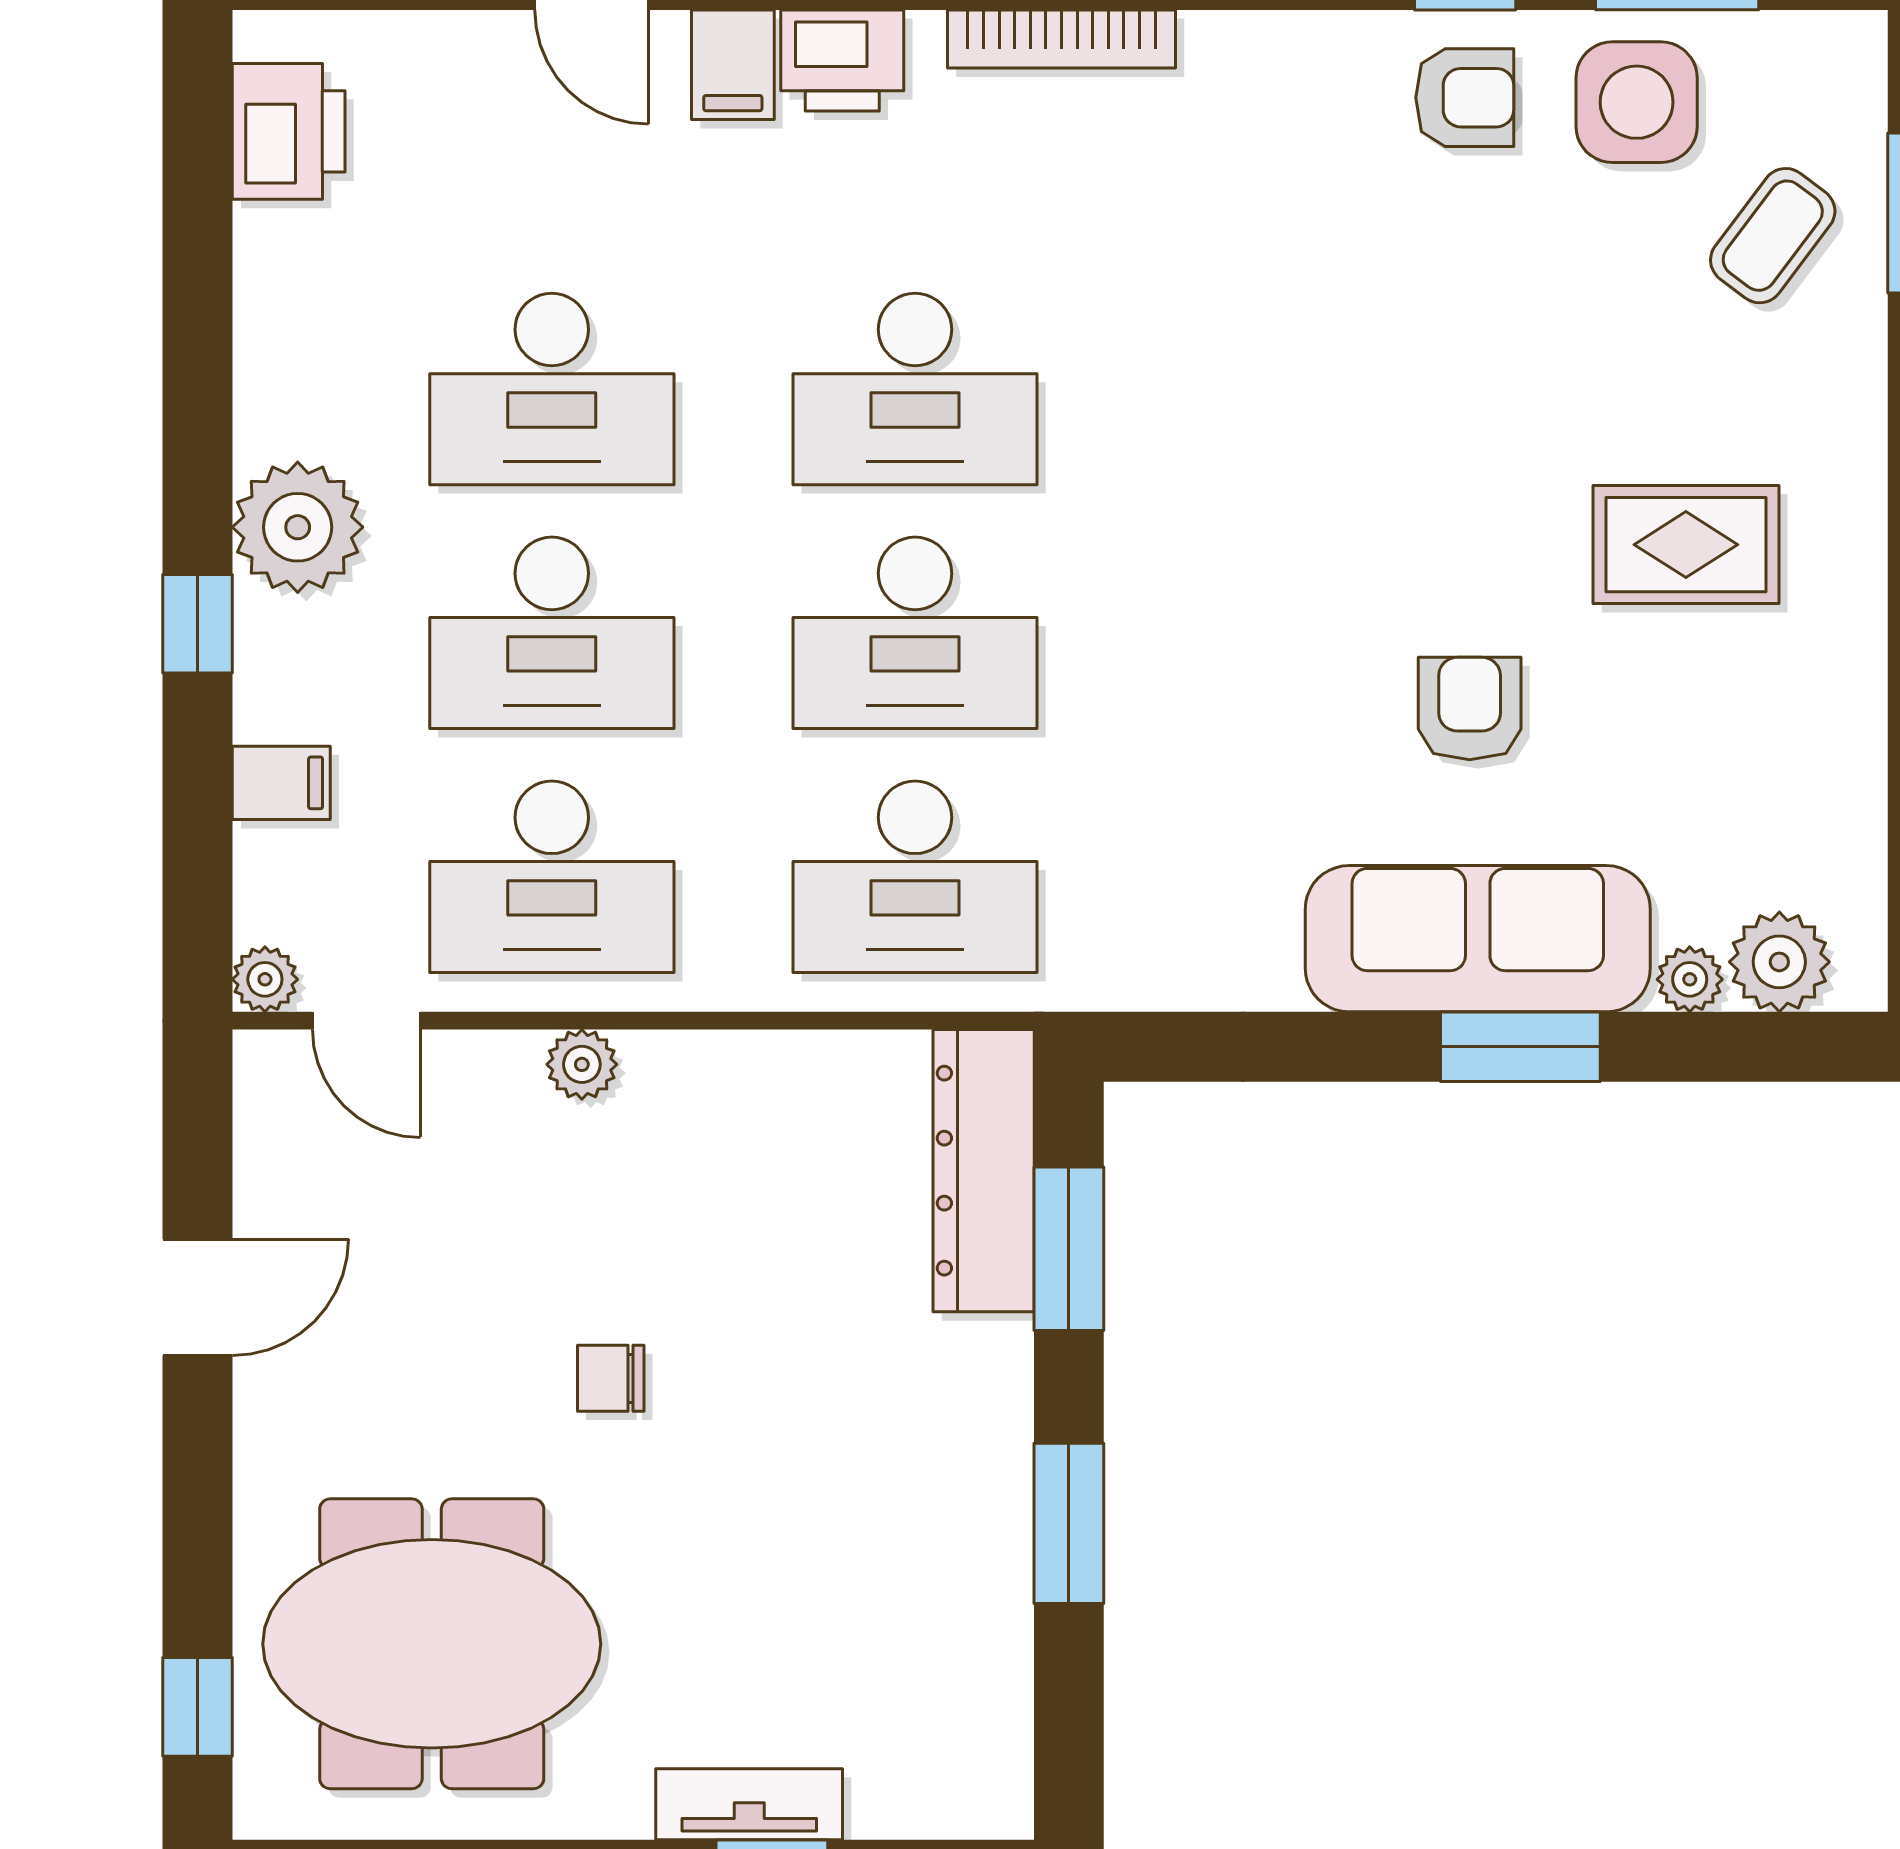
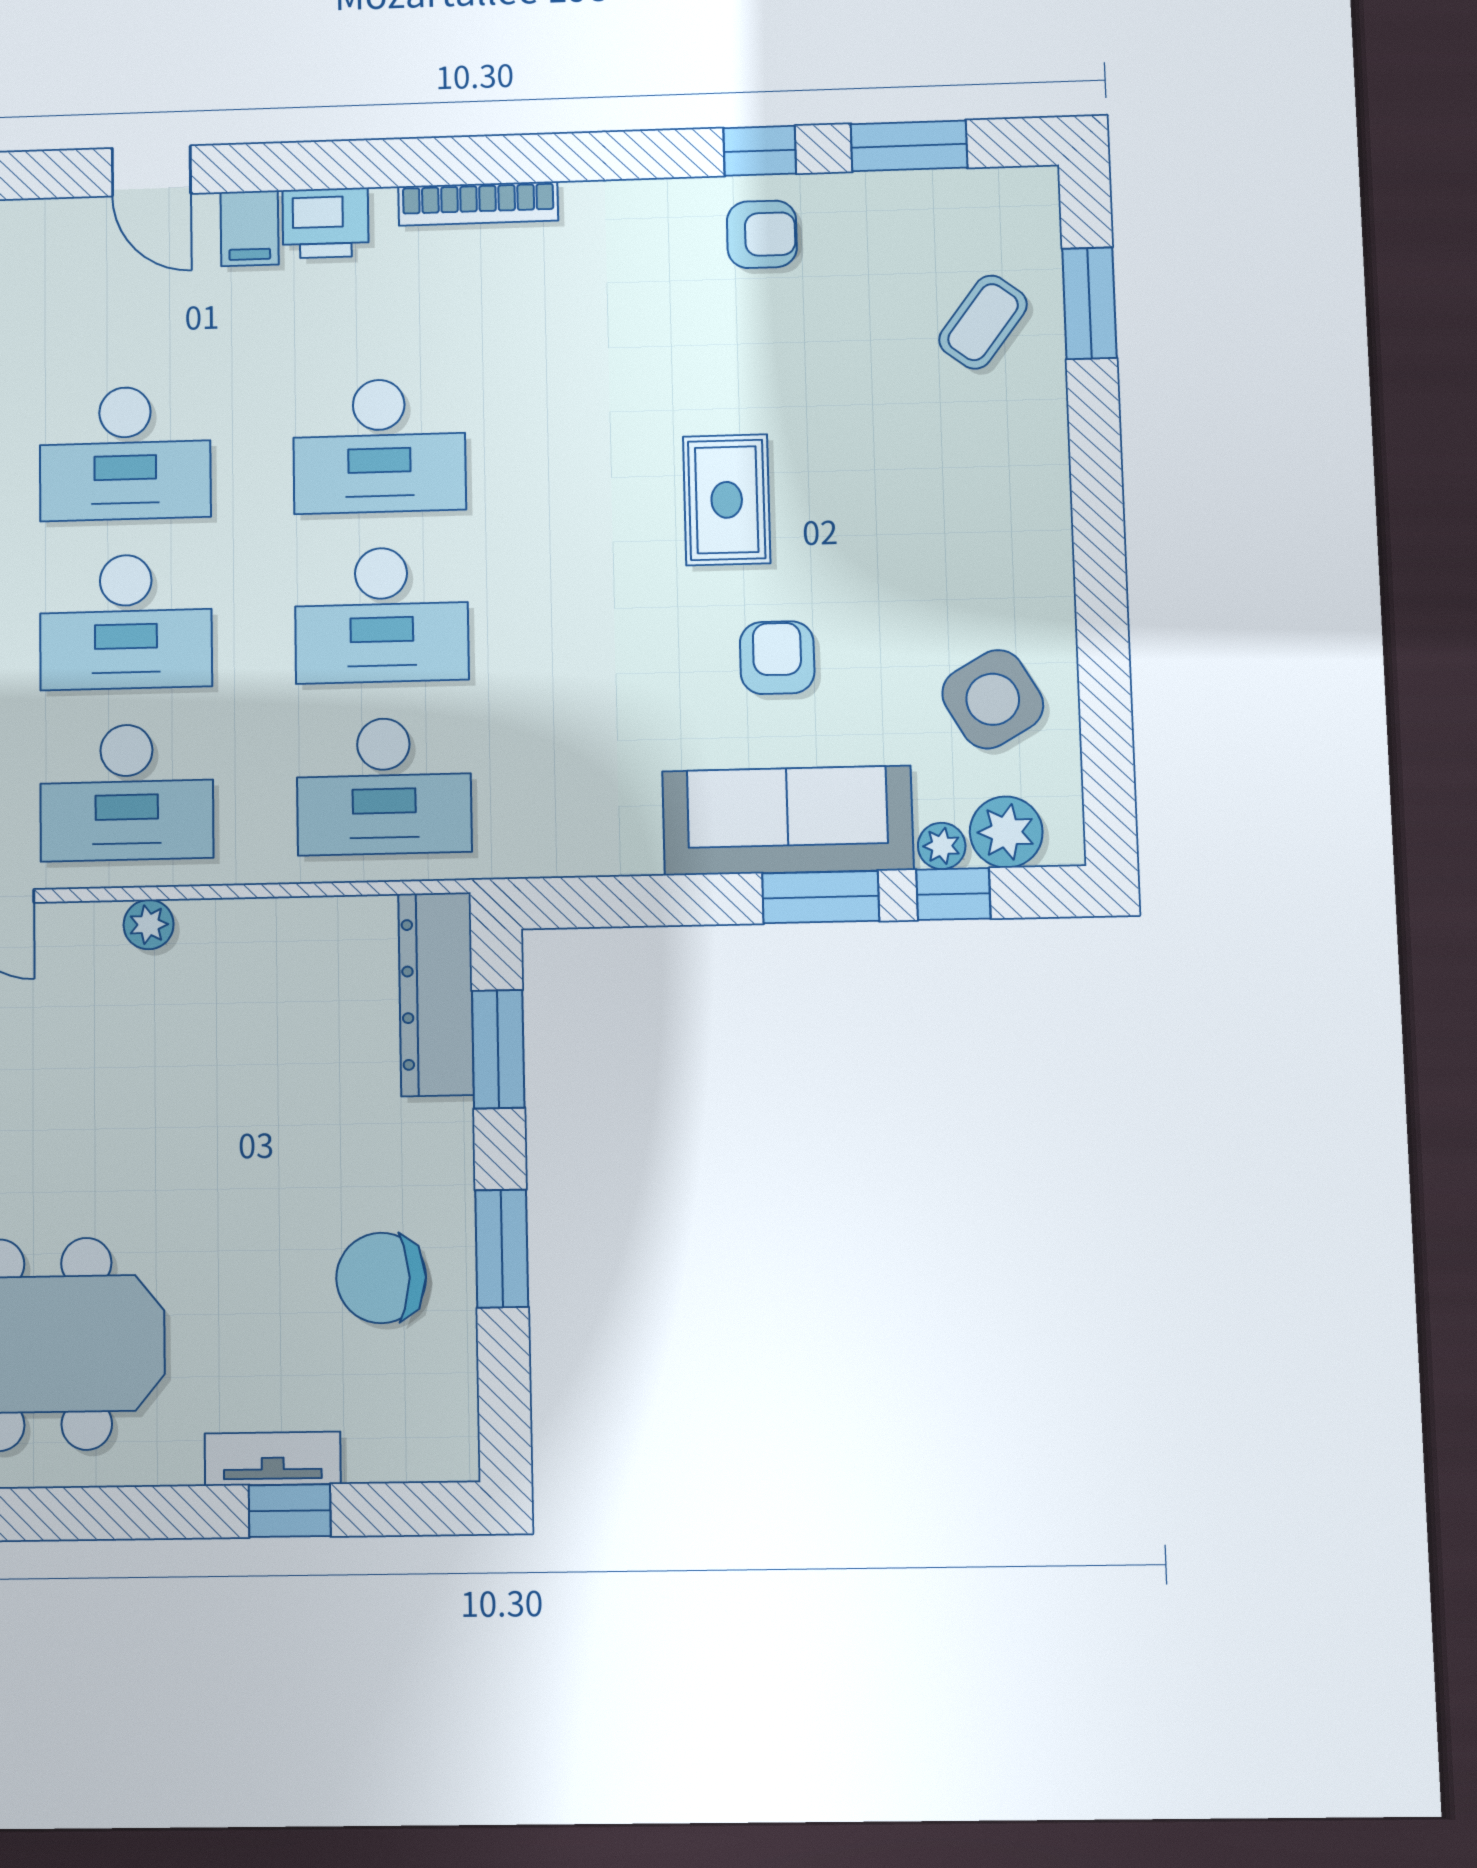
side table: (1637, 102) -> (993, 699), moved, turned -30
rug: (1686, 545) -> (727, 500), moved, turned 90
window: (1704, 1047) -> (953, 894), added
chair: (611, 1378) -> (381, 1278), moved, width x1.87, depth x1.87

